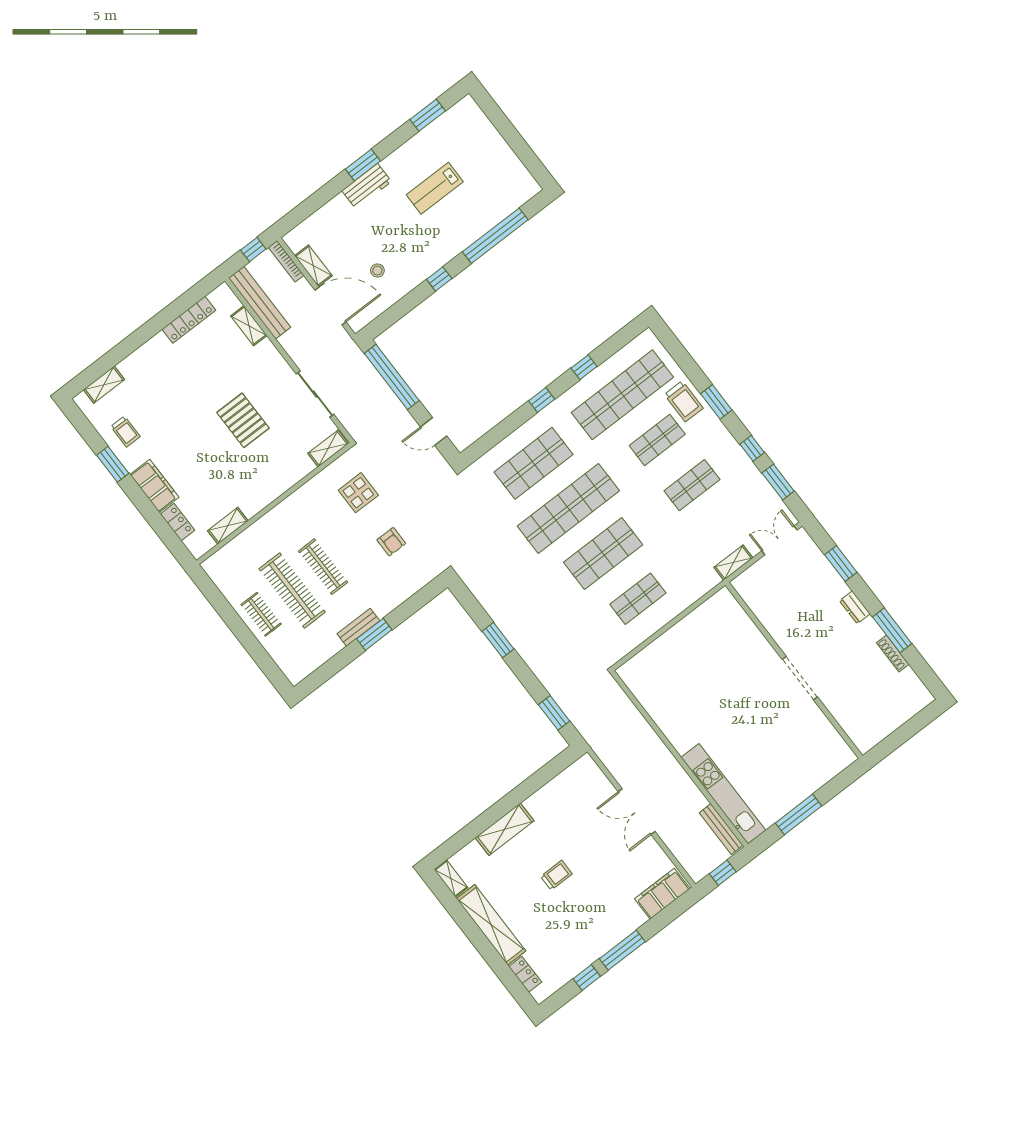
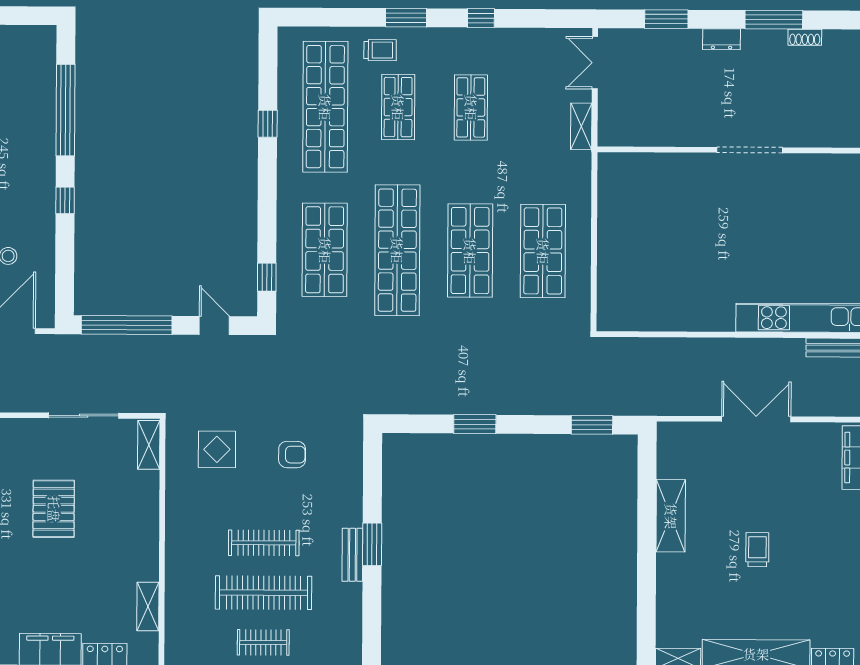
window: (542, 400) -> (267, 277), moved
trolley: (684, 401) -> (380, 50), width x0.73, depth x0.72
pallet: (243, 420) -> (54, 509), turned 90
door: (434, 431) -> (214, 325), swing flipped
window: (778, 482) -> (535, 18), removed
shop shelf: (638, 599) -> (543, 251), width x1.43, depth x1.36
shoe rack: (893, 653) -> (805, 37), width x0.70
double door: (637, 812) -> (756, 419), swing flipped
shelving: (505, 829) -> (671, 516), moved

